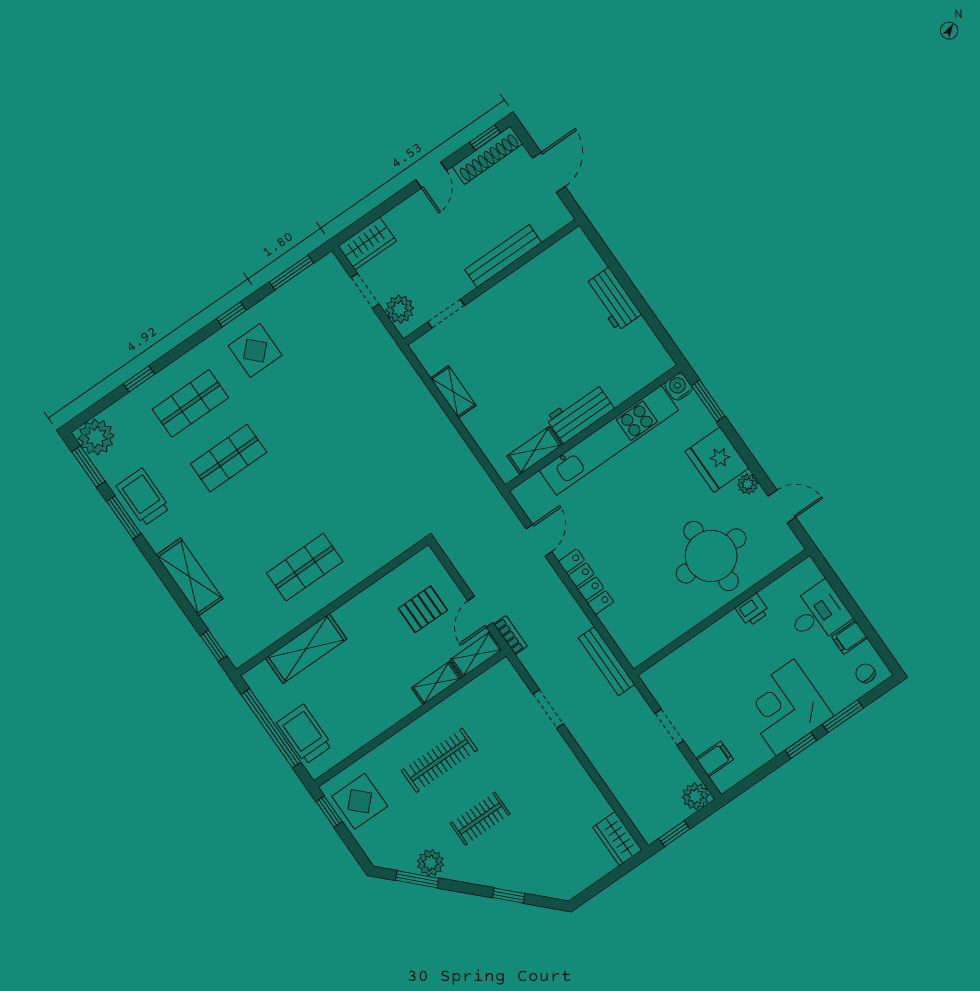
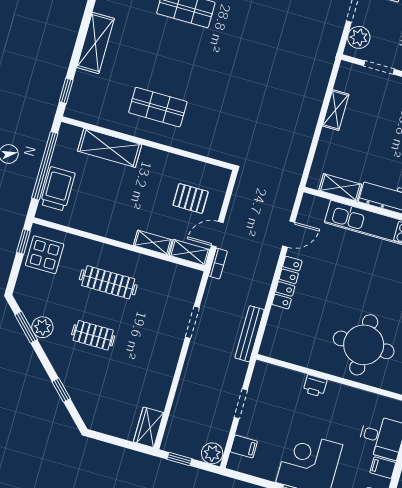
printer: (752, 610) -> (315, 386), moved

